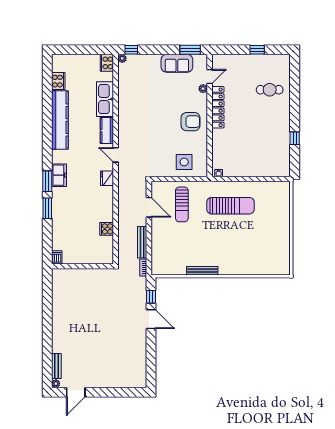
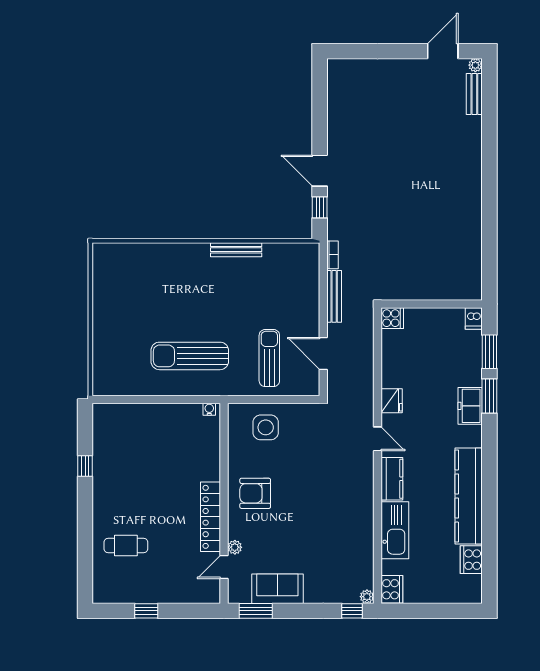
dishwasher: (57, 257) -> (474, 318), moved
wall: (83, 266) -> (432, 304), moved

